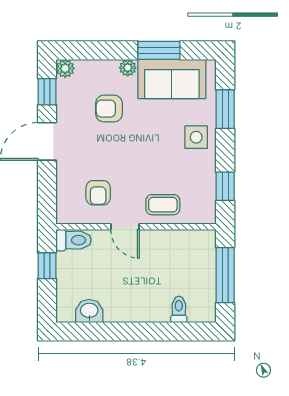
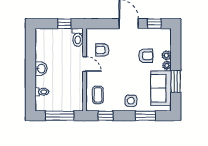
plant: (65, 68) -> (166, 55), moved
armchair: (109, 109) -> (146, 56), turned 90
coffee table: (163, 205) -> (98, 95), moved
door: (125, 227) -> (85, 64), swing flipped
washbasin: (89, 311) -> (41, 69), moved

